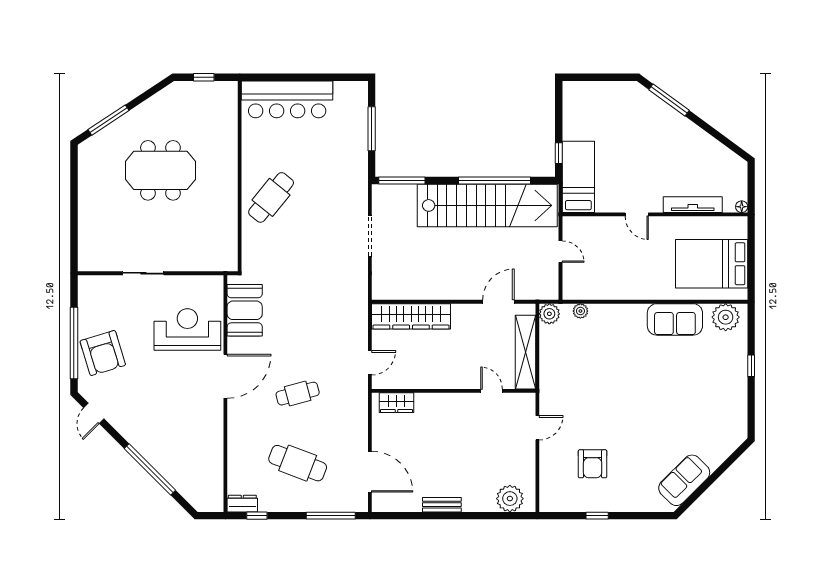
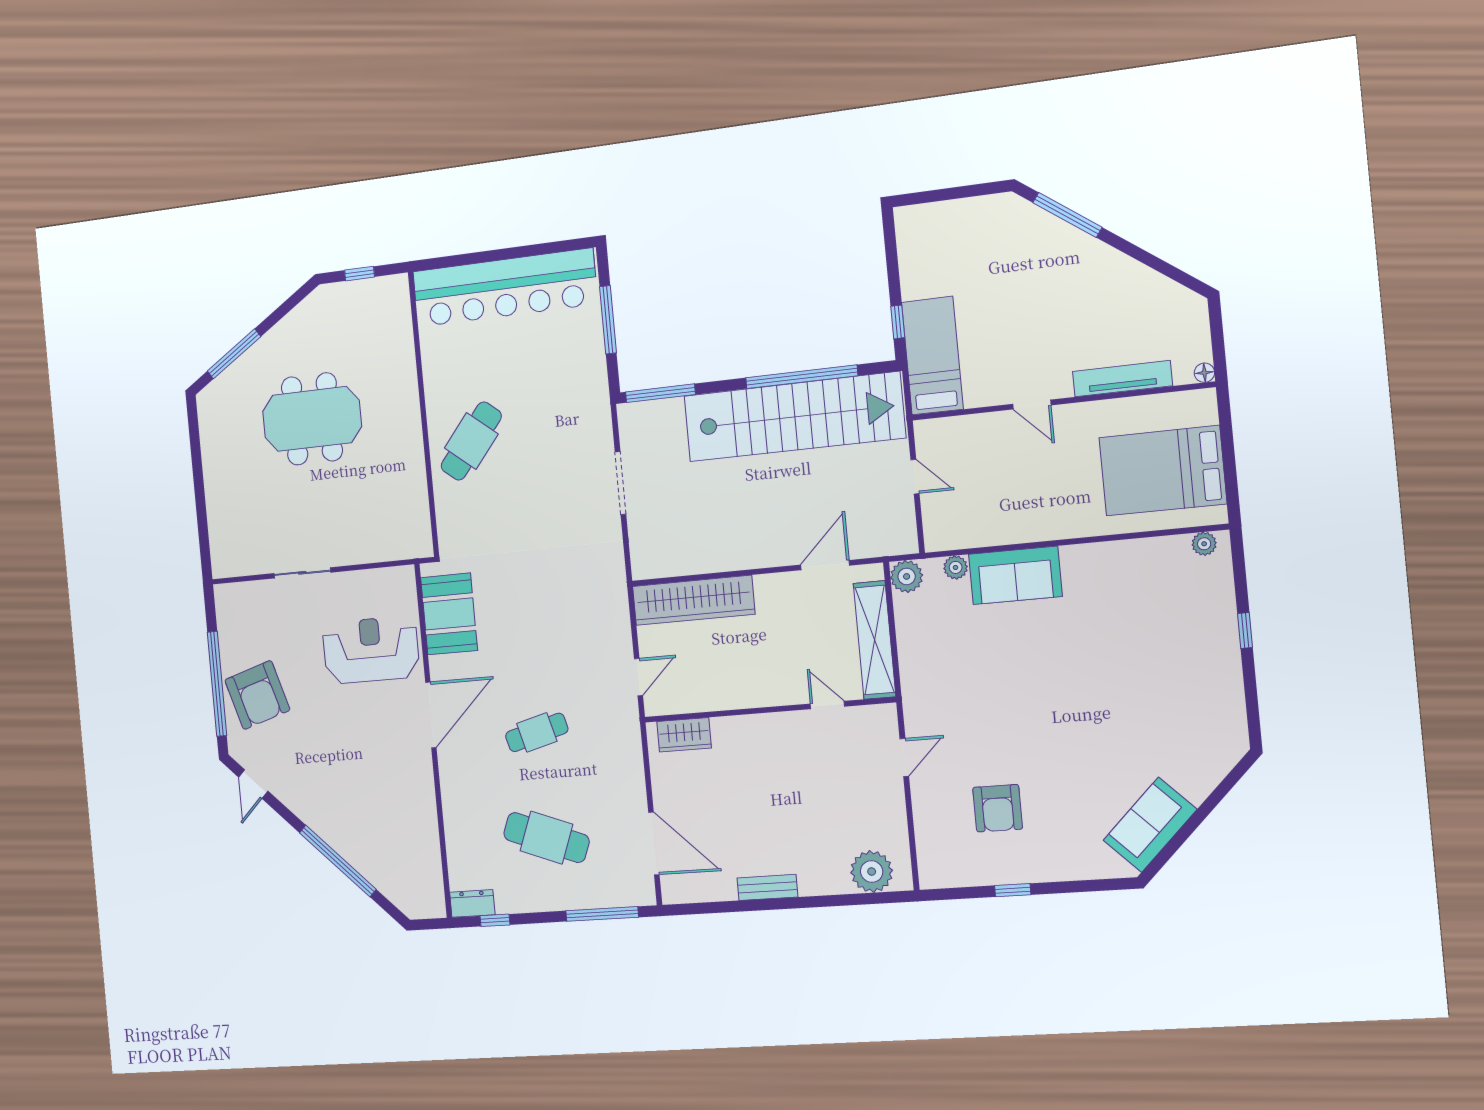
bar counter: (287, 99) -> (505, 288), width x1.36
plant: (726, 317) -> (1204, 544), width x0.53, depth x0.53
sofa: (675, 319) -> (1015, 575), moved

